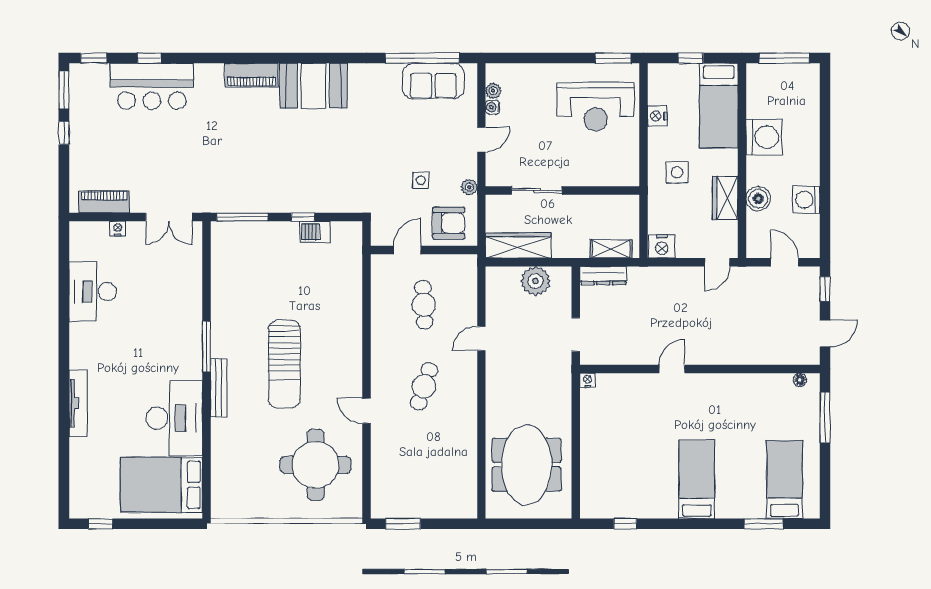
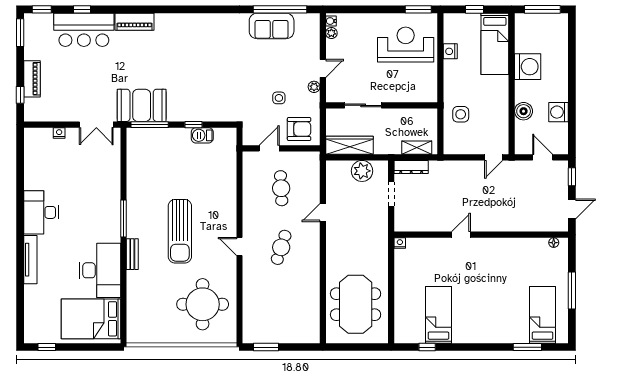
piano: (252, 75) -> (135, 22), moved
sofa: (433, 81) -> (272, 26), moved
booth: (313, 86) -> (142, 105), moved
water cooler: (493, 107) -> (331, 21), moved
reception desk: (596, 107) -> (406, 45), turned 180
window: (64, 133) -> (20, 95), moved
side table: (677, 172) -> (461, 114), moved
plant: (469, 187) -> (314, 87), moved
wardrobe: (725, 198) -> (500, 111), removed
piano: (104, 202) -> (32, 79), moved, turned 90
nightstand: (662, 246) -> (453, 146), removed
desk: (93, 292) -> (41, 212), moved
doorway: (576, 335) -> (391, 194), moved
bench: (219, 388) -> (132, 254), width x0.73
door: (366, 411) -> (239, 247), moved
window: (825, 418) -> (572, 290), moved
bed: (697, 479) -> (438, 315), moved

